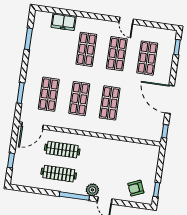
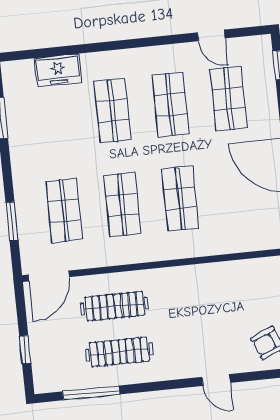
door: (126, 21) -> (211, 35), moved
plant: (92, 190) -> (189, 366), removed
window: (74, 196) -> (91, 393), moved

